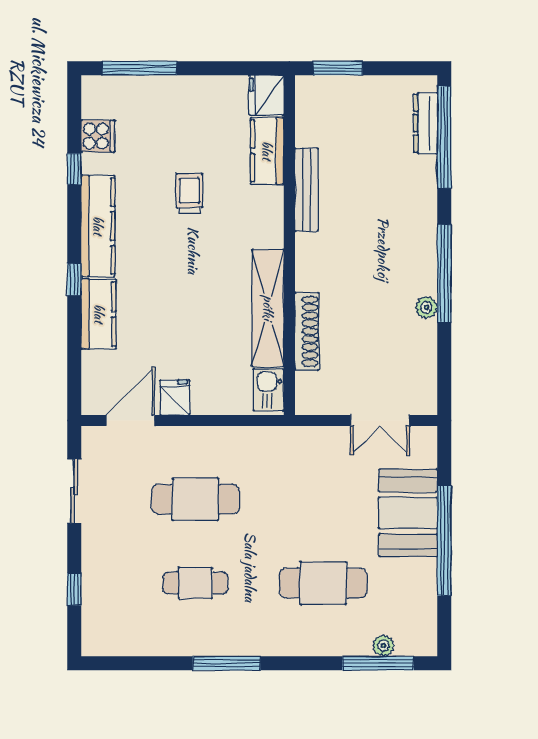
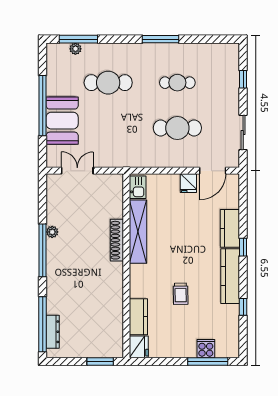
cooker: (98, 136) -> (206, 349), moved, turned 90
bench: (307, 190) -> (117, 296), removed
shoe rack: (307, 331) -> (117, 240), moved

